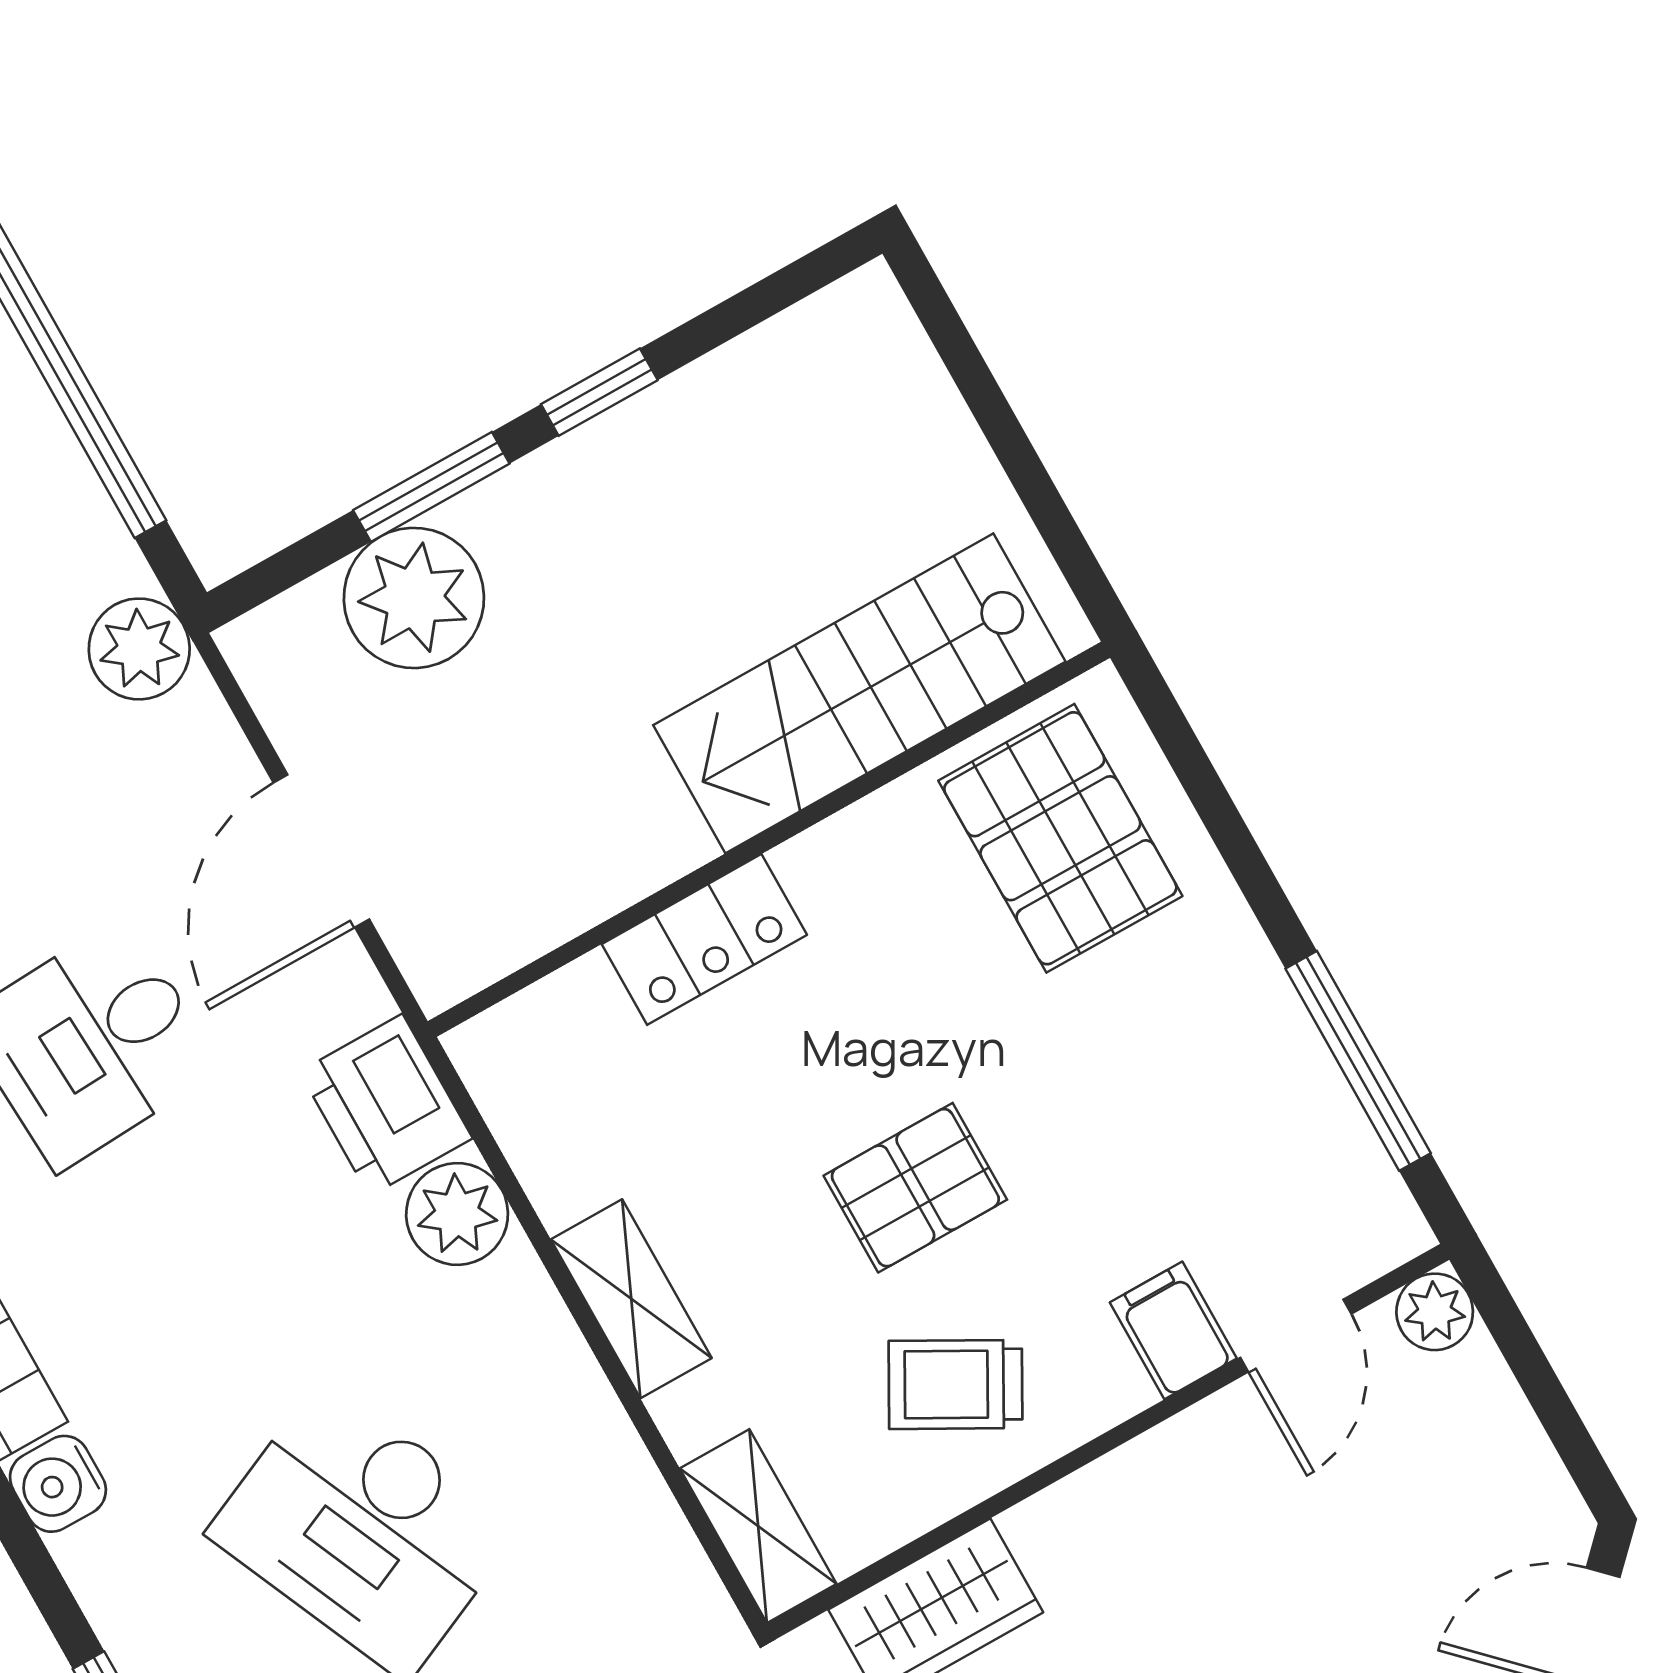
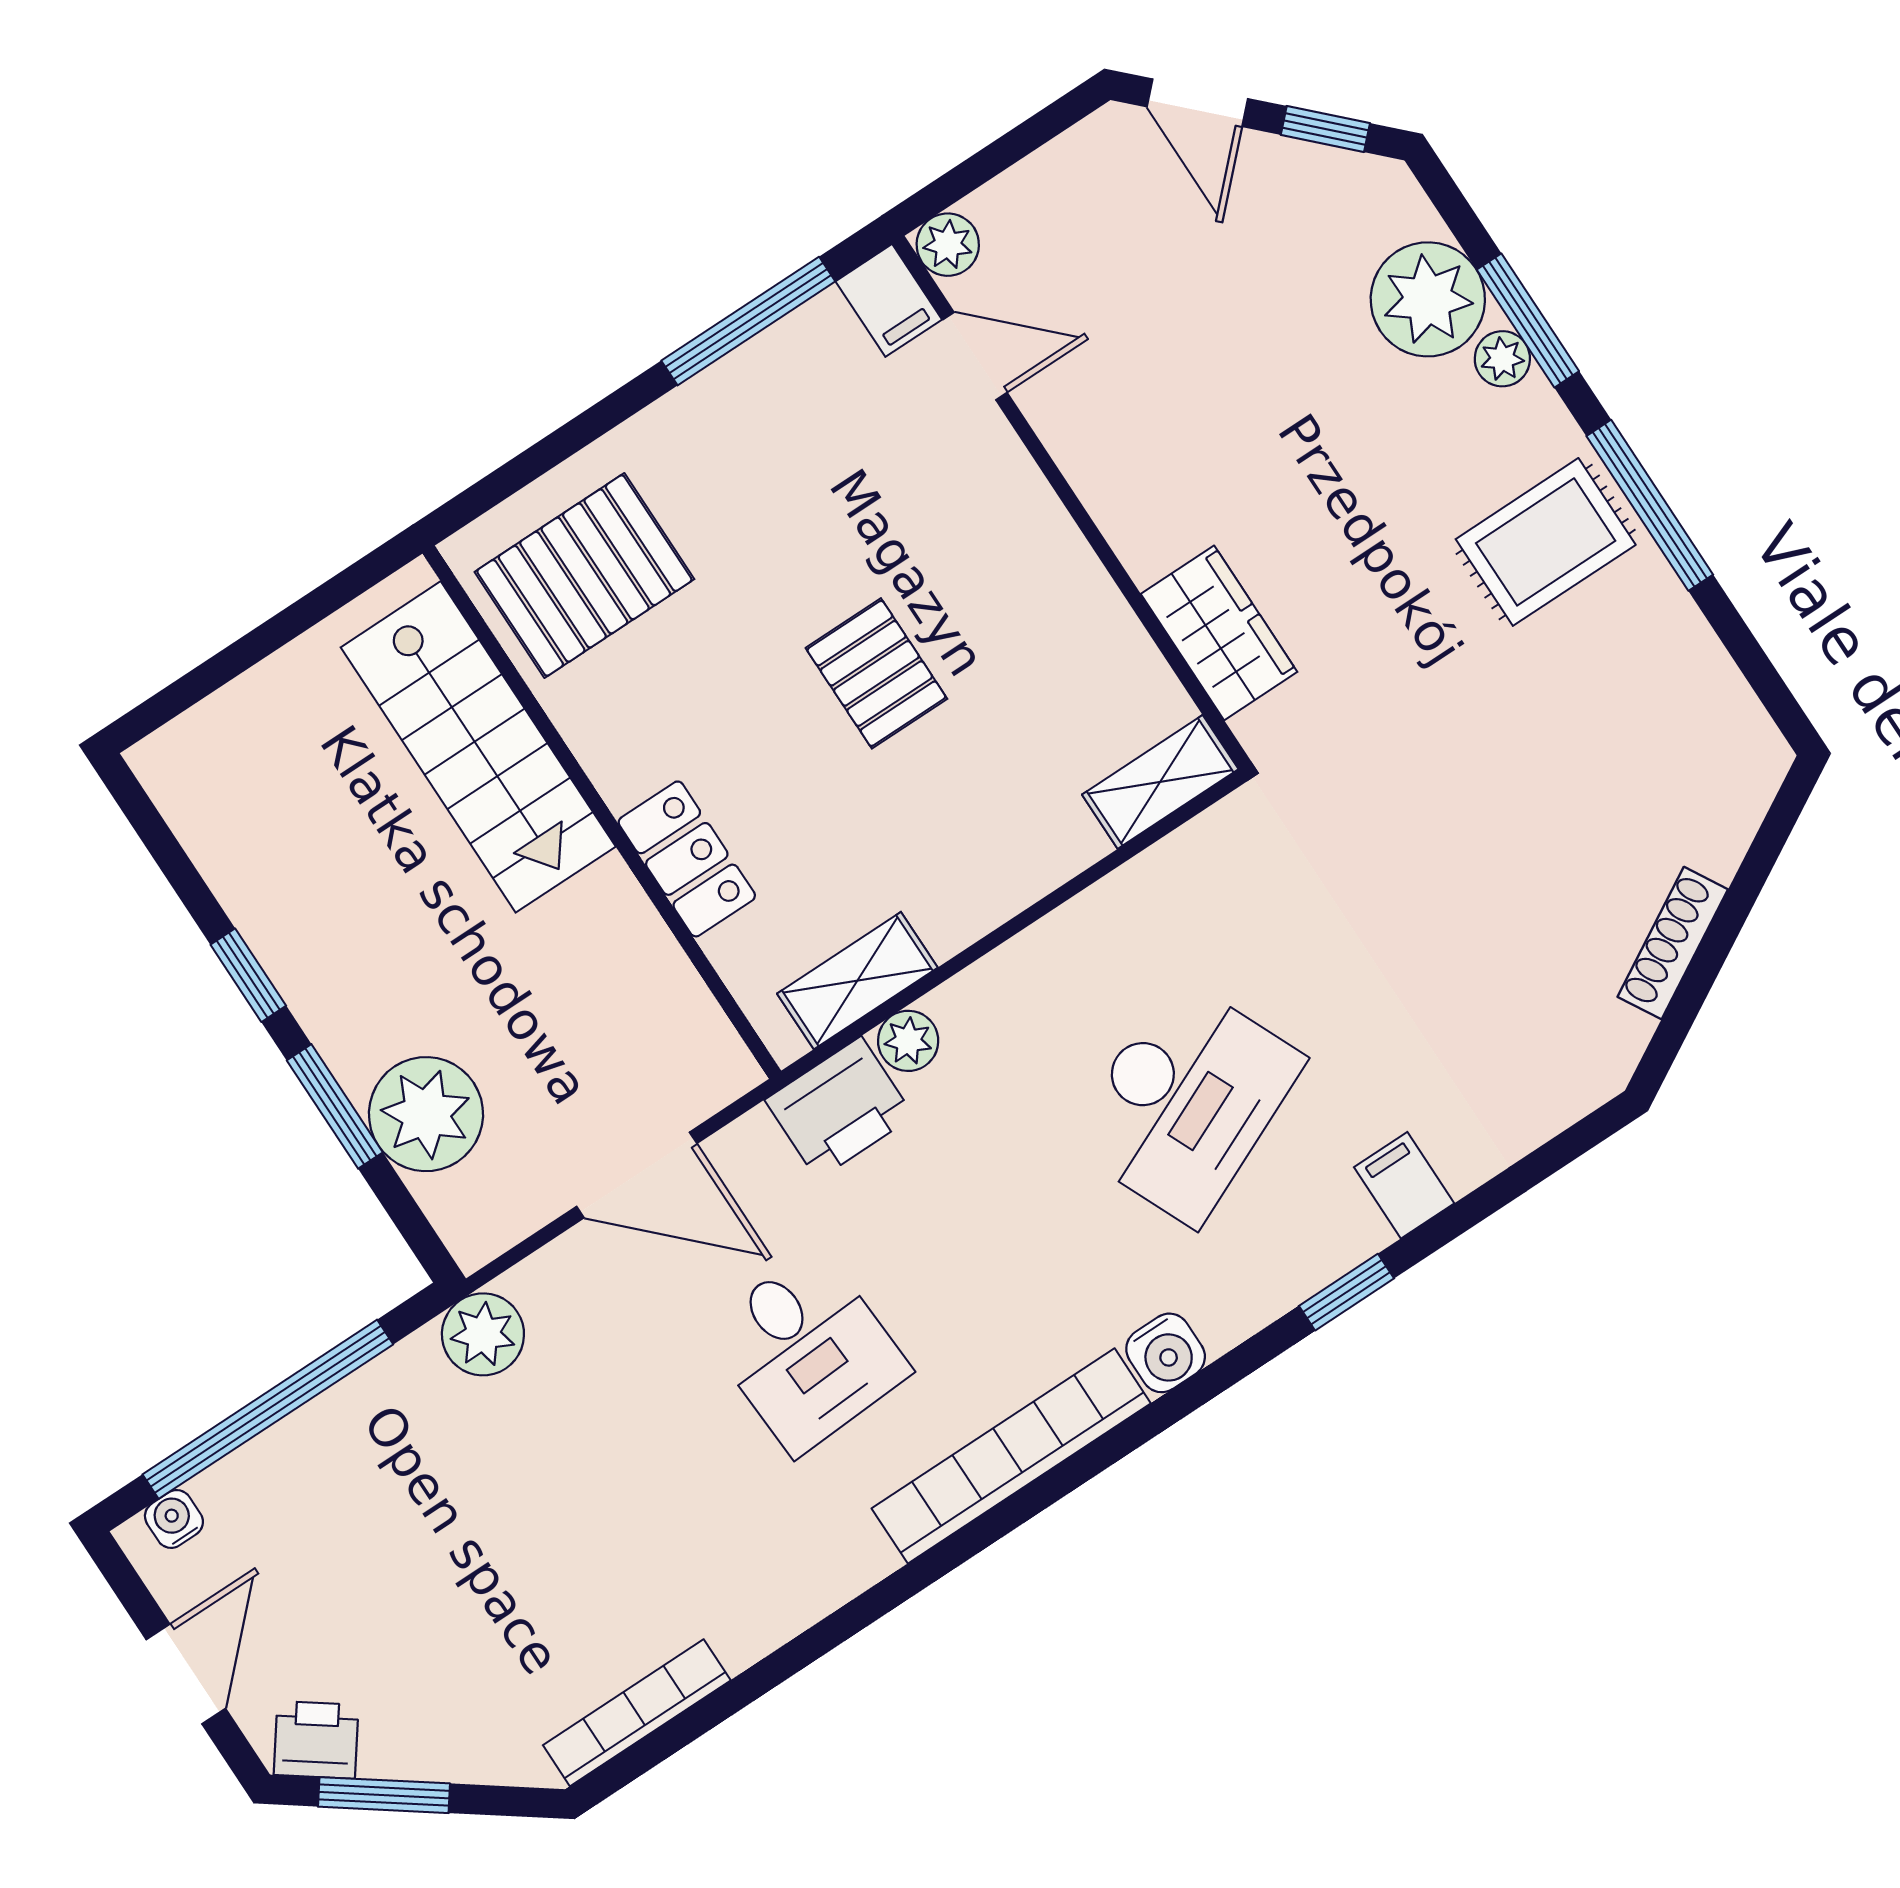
plant: (457, 1214) -> (908, 1041), width x0.73, depth x0.73
shelving: (631, 1299) -> (857, 981), moved
filing cabinet: (1173, 1330) -> (889, 300), moved, turned -90
trolley: (956, 1384) -> (1034, 630), removed

